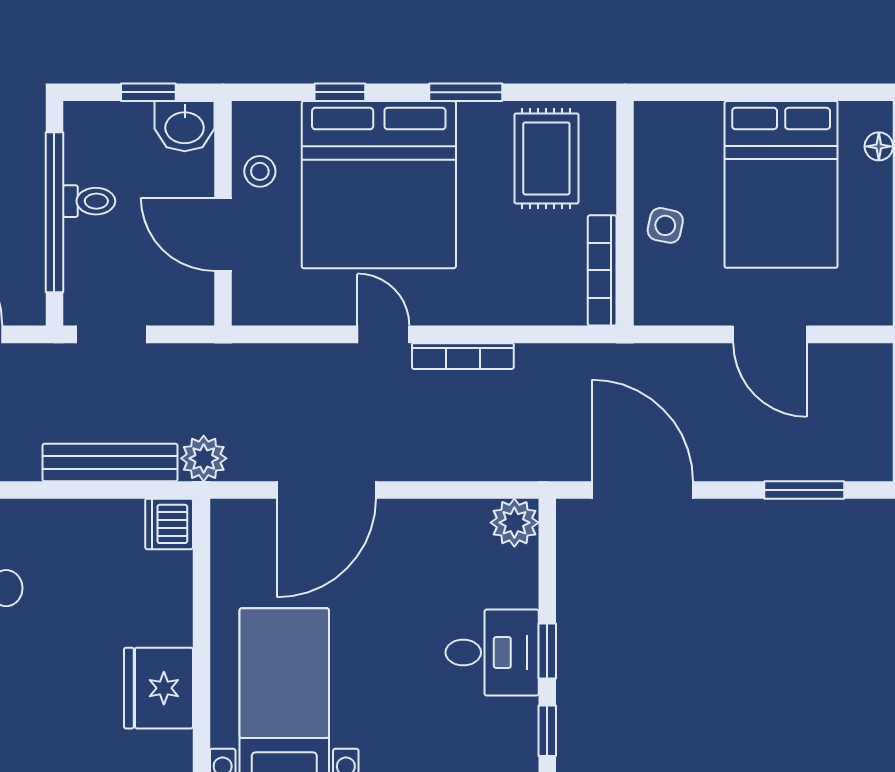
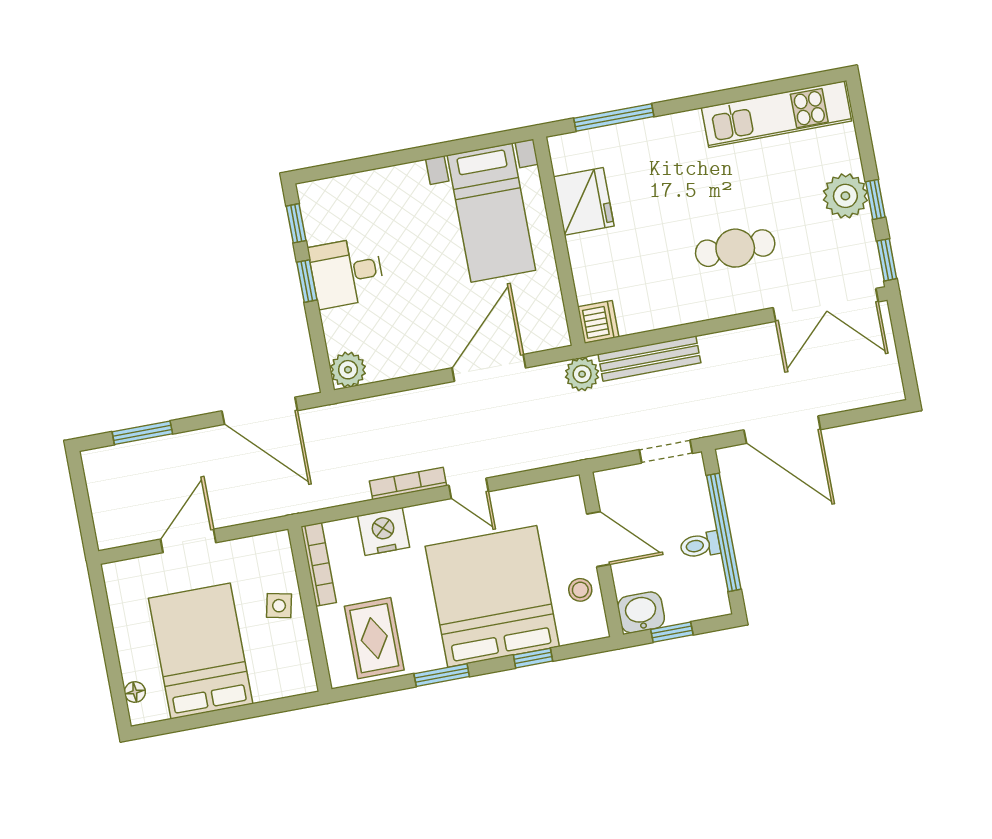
nightstand: (507, 298) -> (384, 531), added
door: (770, 334) -> (188, 541), hinge flipped

